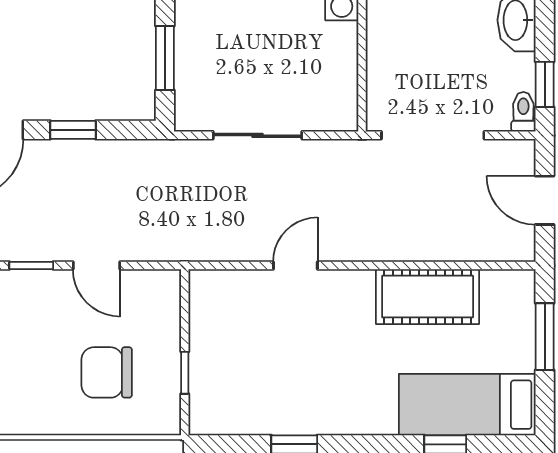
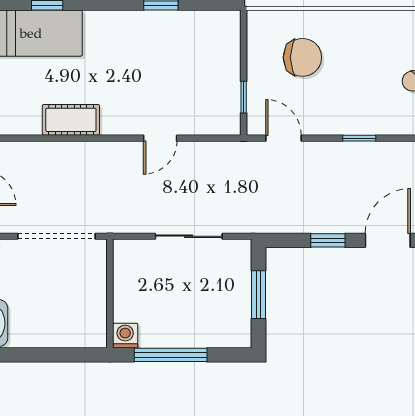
door: (96, 265) -> (283, 138), moved
cot: (428, 297) -> (71, 120), width x0.73, depth x0.75
window: (185, 373) -> (244, 97), moved

